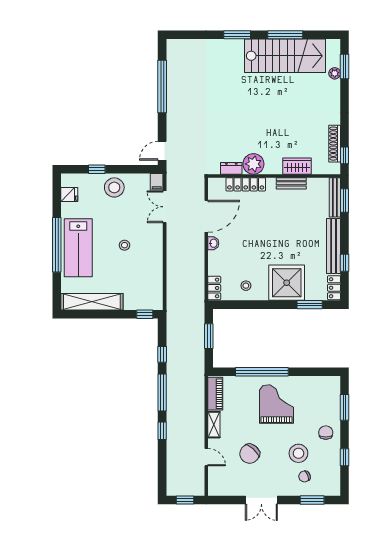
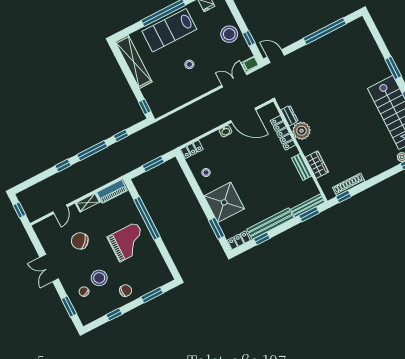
window: (97, 169) -> (249, 38), moved

